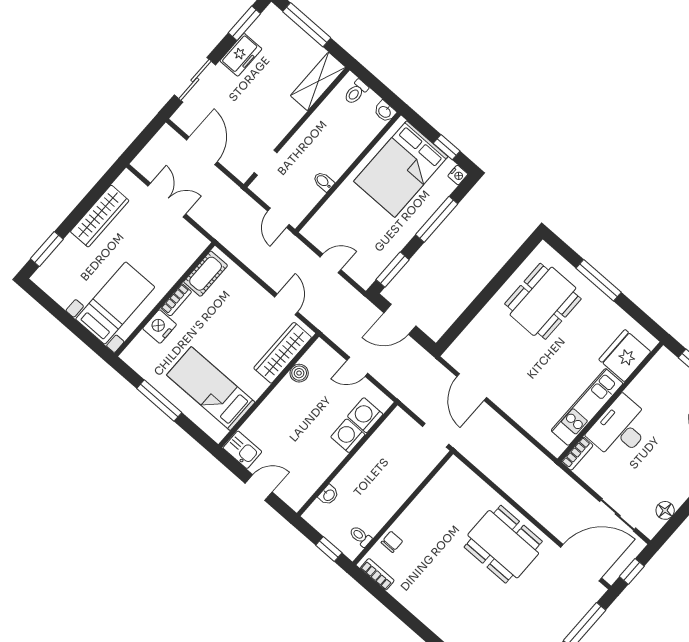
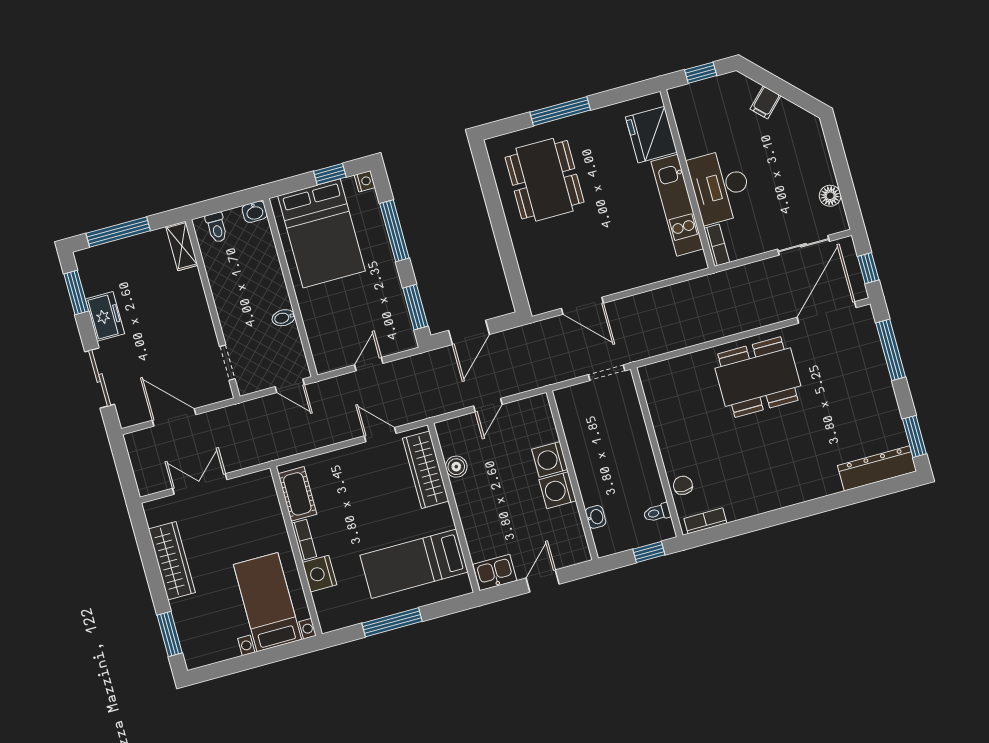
shelving: (318, 81) -> (182, 246), width x0.67, depth x0.75
washing machine: (365, 415) -> (558, 490), moved

